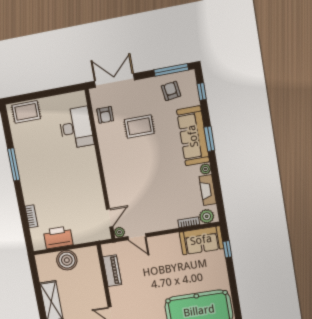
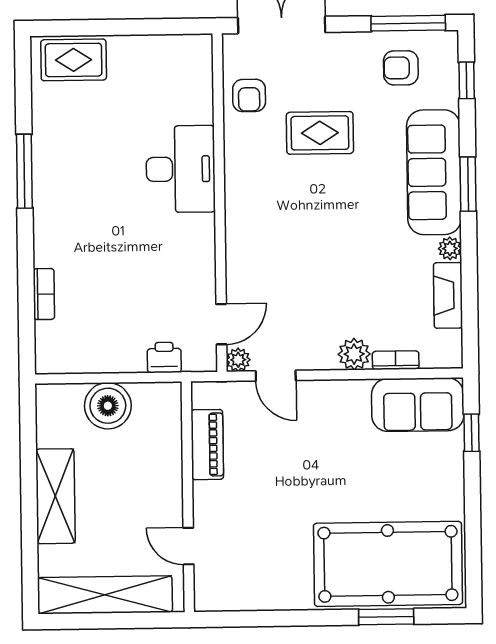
armchair: (171, 91) -> (401, 68), turned -82
desk: (76, 128) -> (181, 169), moved
plant: (207, 216) -> (354, 354), moved
printer: (58, 237) -> (164, 358), moved, width x0.53, depth x0.68

